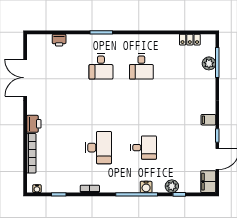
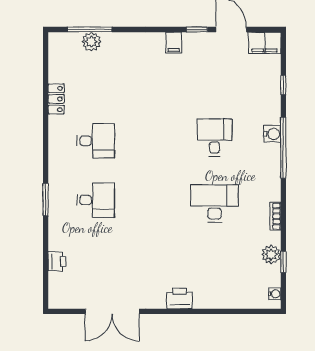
locker: (190, 40) -> (56, 99), moved
bookcase: (31, 153) -> (223, 302), removed
plant: (172, 186) -> (271, 254), moved

